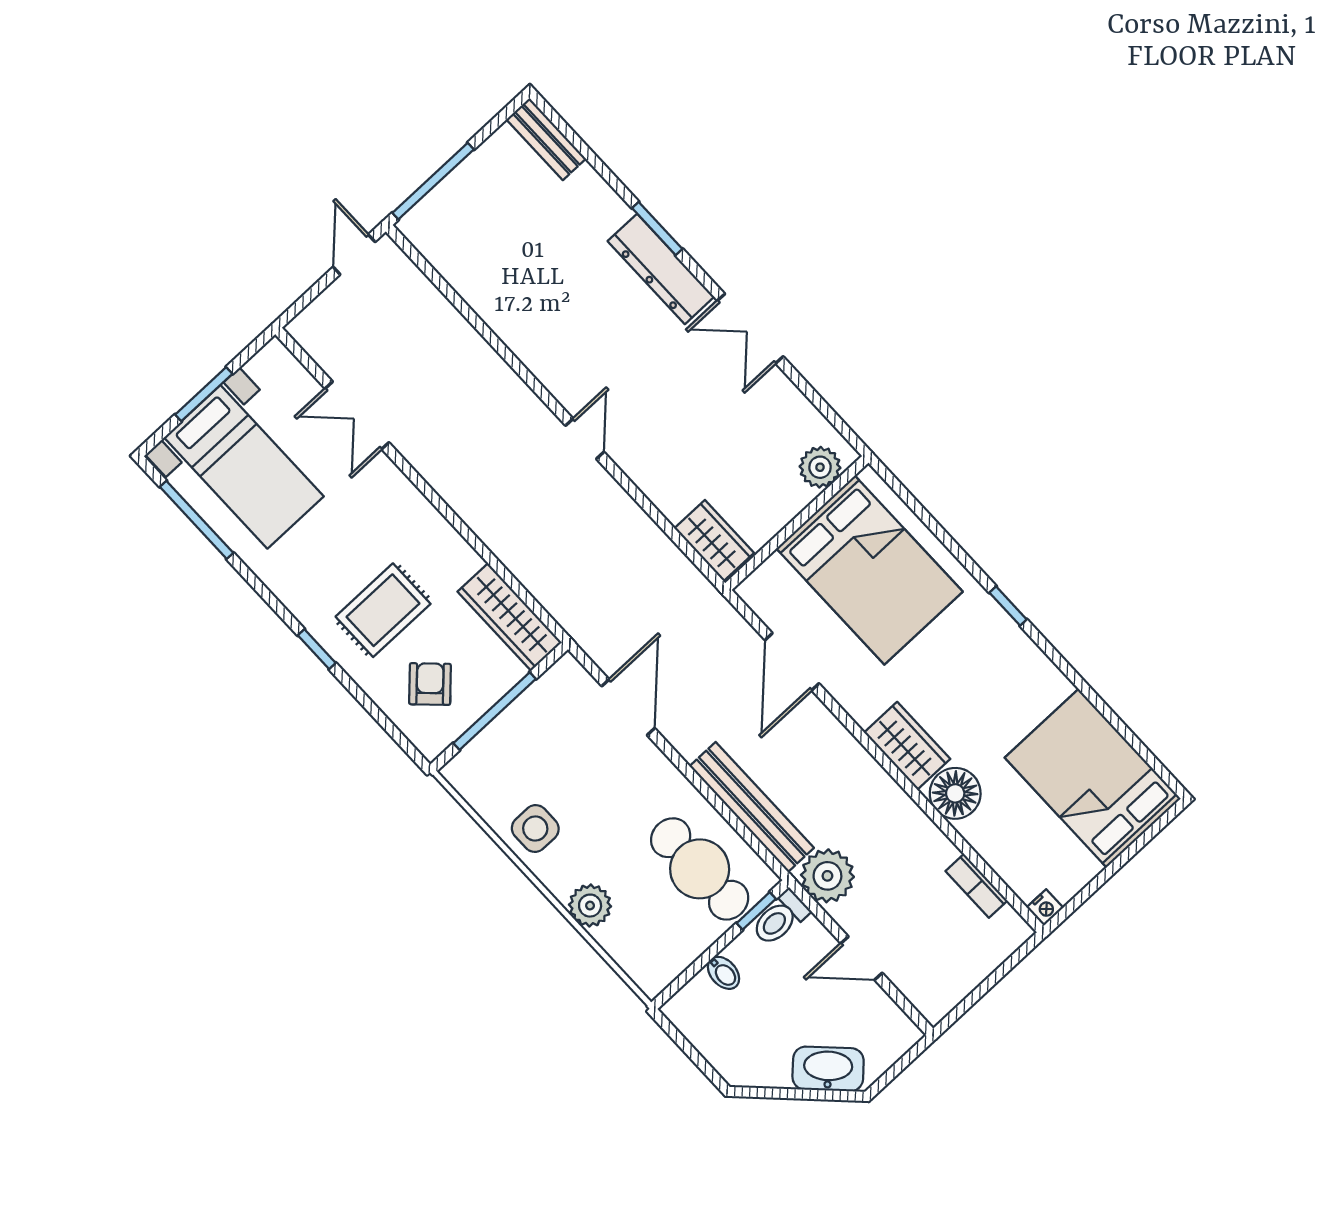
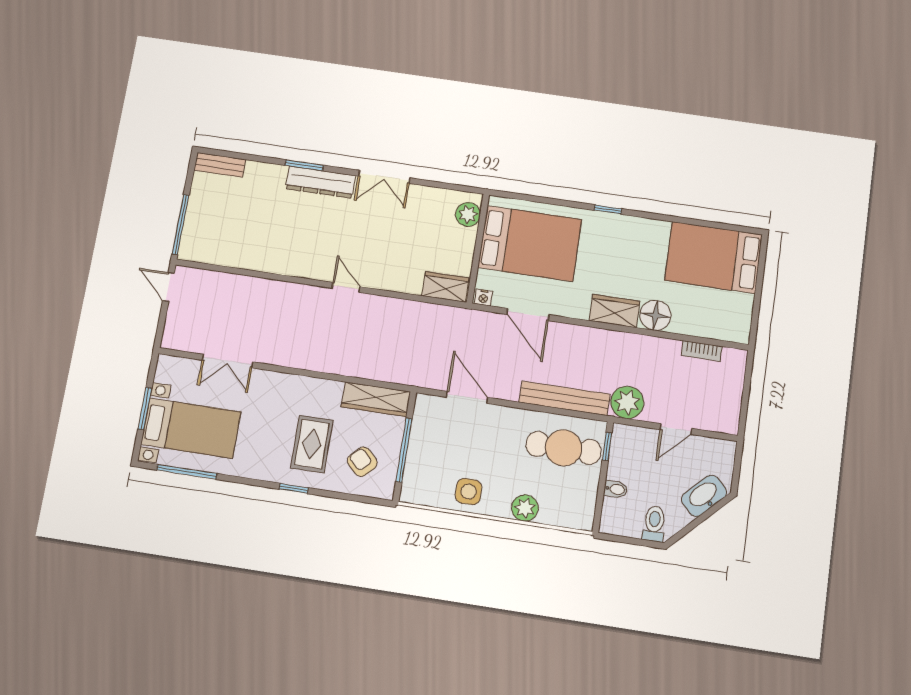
nightstand: (1045, 908) -> (483, 297), moved, turned 90
toilet: (780, 918) -> (654, 524), moved, turned 180

